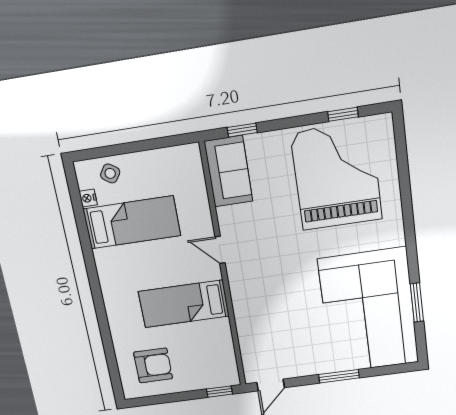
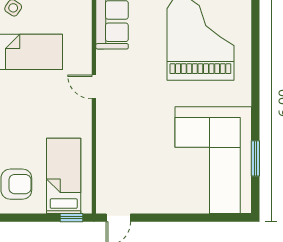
bed: (184, 304) -> (64, 176), moved, turned 90
window: (339, 376) -> (180, 218), removed

